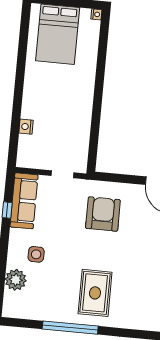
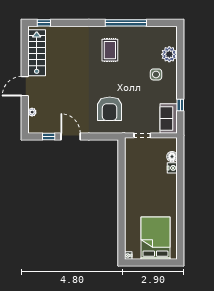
floor lamp: (25, 142) -> (172, 157), added
sofa: (24, 201) -> (169, 118), width x0.73
rug: (95, 293) -> (110, 50), width x0.73, depth x0.70

